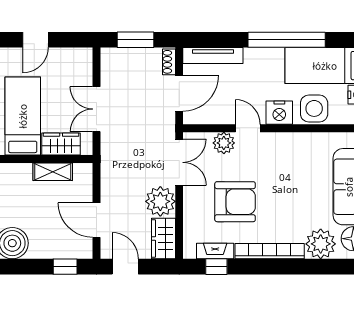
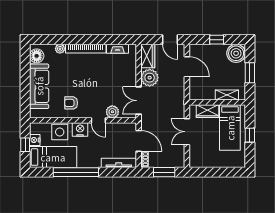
door: (35, 40) -> (223, 172), removed
door: (179, 93) -> (139, 141), swing flipped
double door: (96, 109) -> (187, 132), swing flipped
shelving: (53, 172) -> (227, 95), moved
armchair: (235, 202) -> (71, 103), moved, width x0.53, depth x0.53
plant: (321, 244) -> (60, 49), width x0.53, depth x0.53
window: (65, 267) -> (217, 40), moved
window: (216, 267) -> (117, 40), removed

